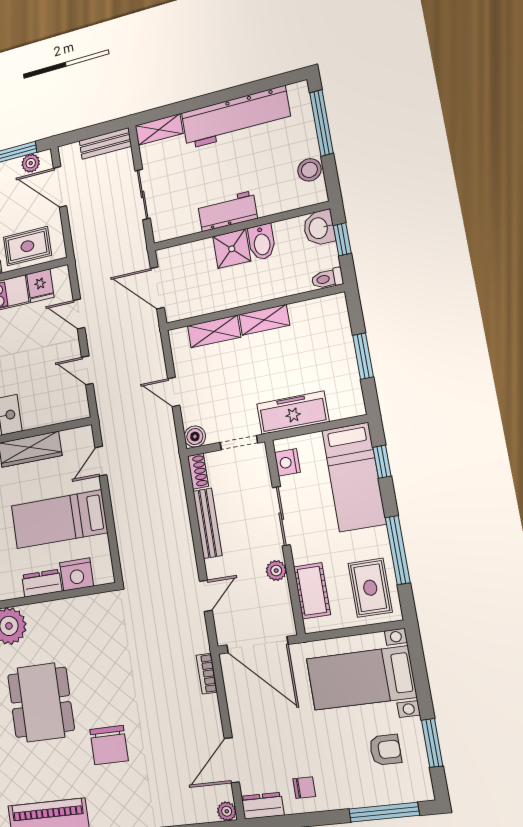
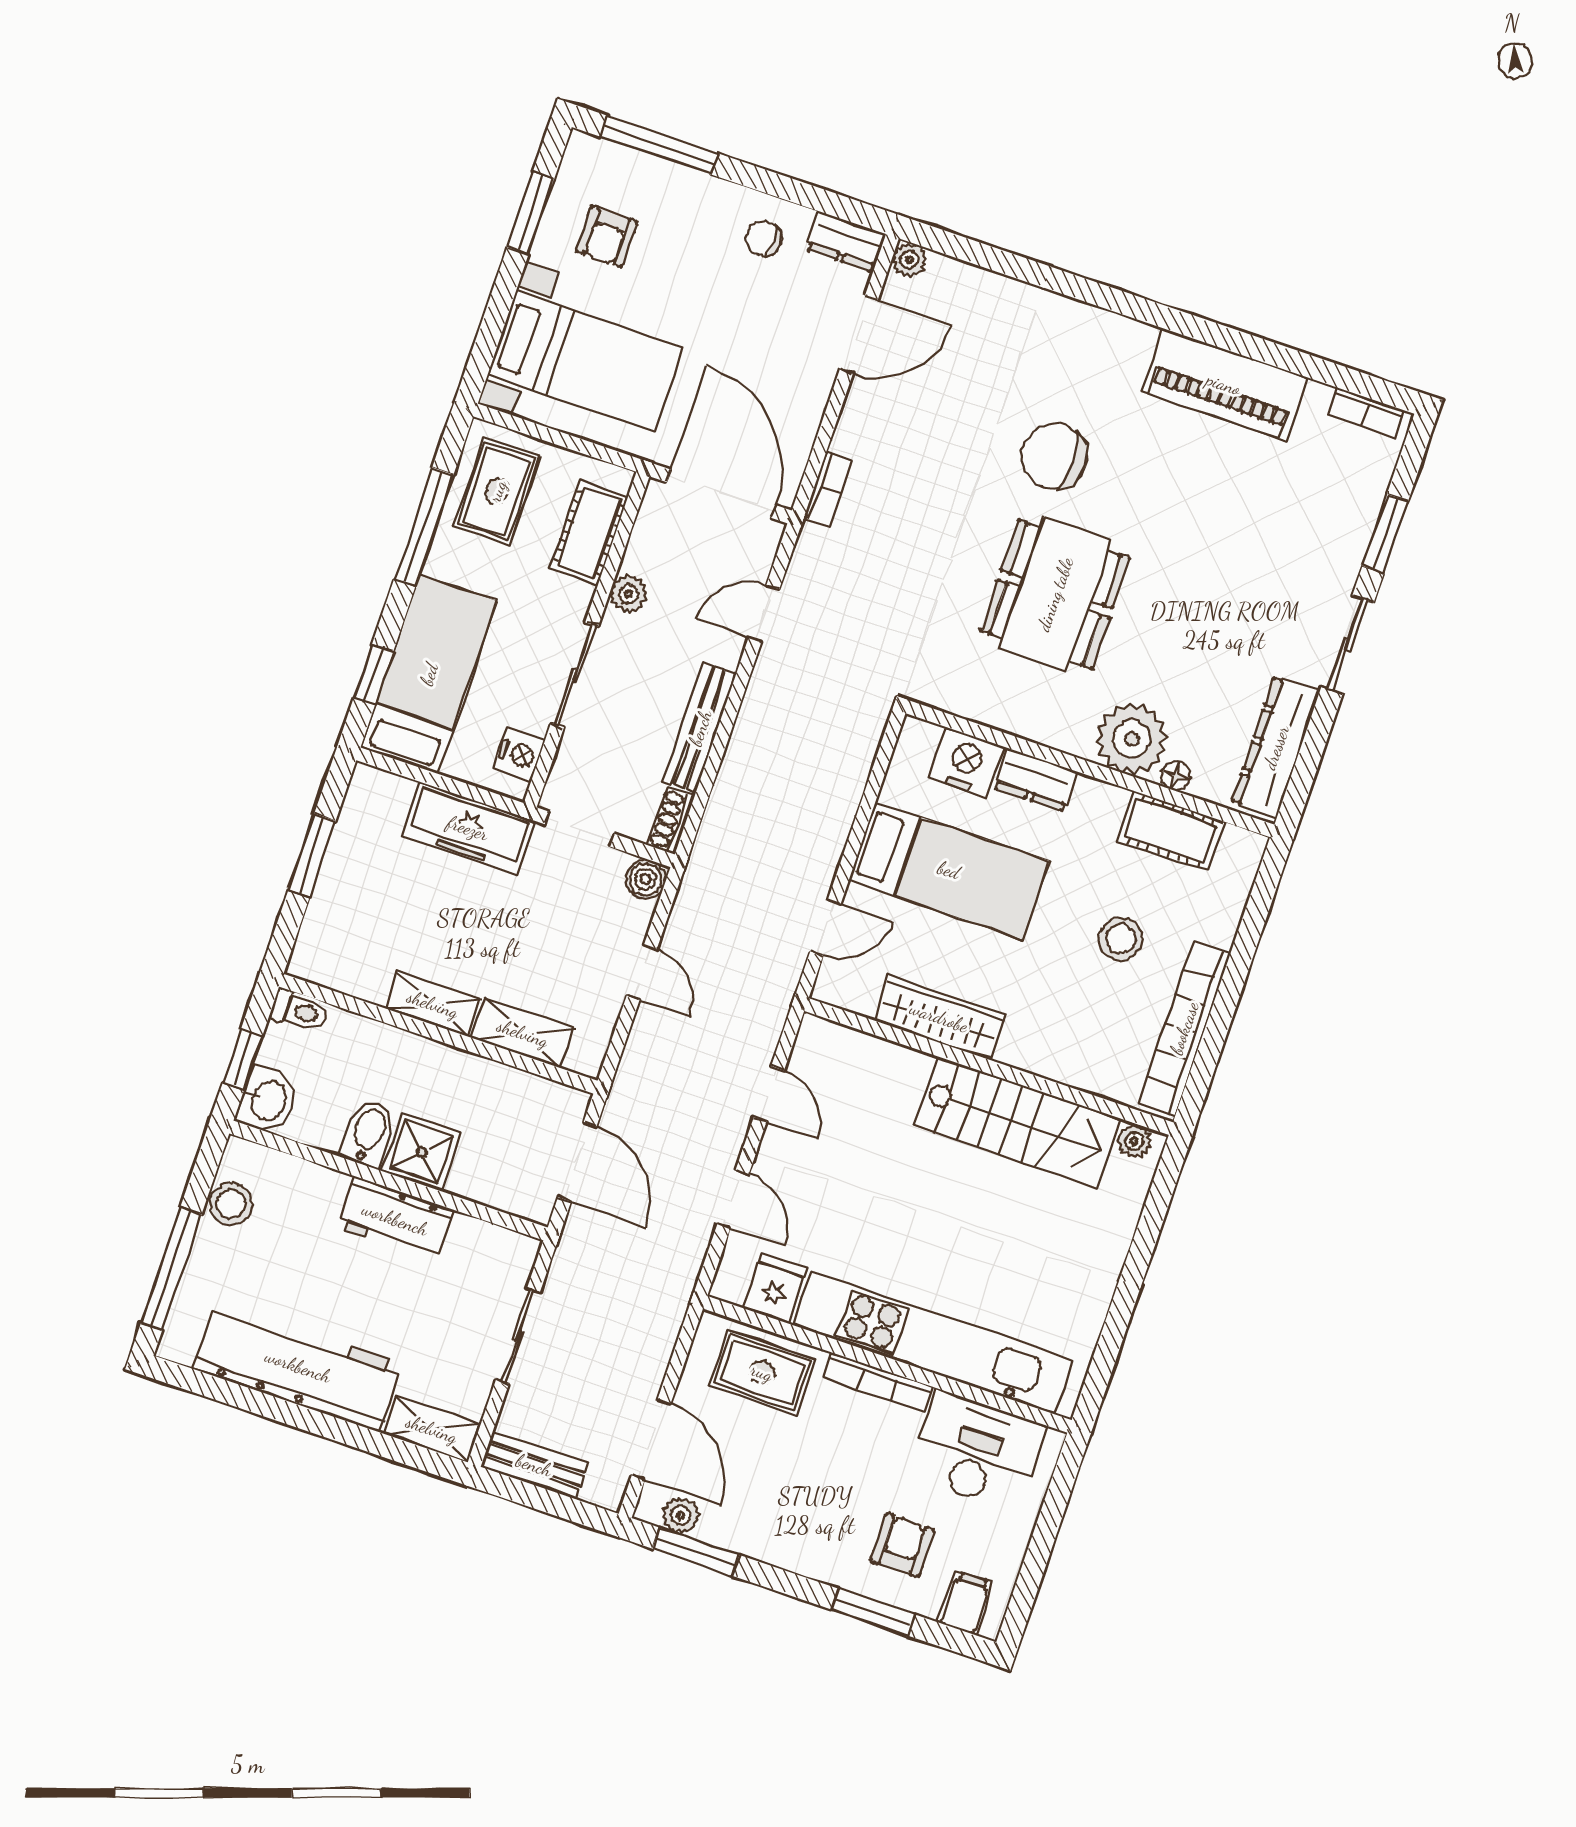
dining table: (41, 702) -> (1055, 594), moved
chair: (109, 745) -> (1054, 456), turned -90
armchair: (385, 750) -> (607, 236), turned -90

